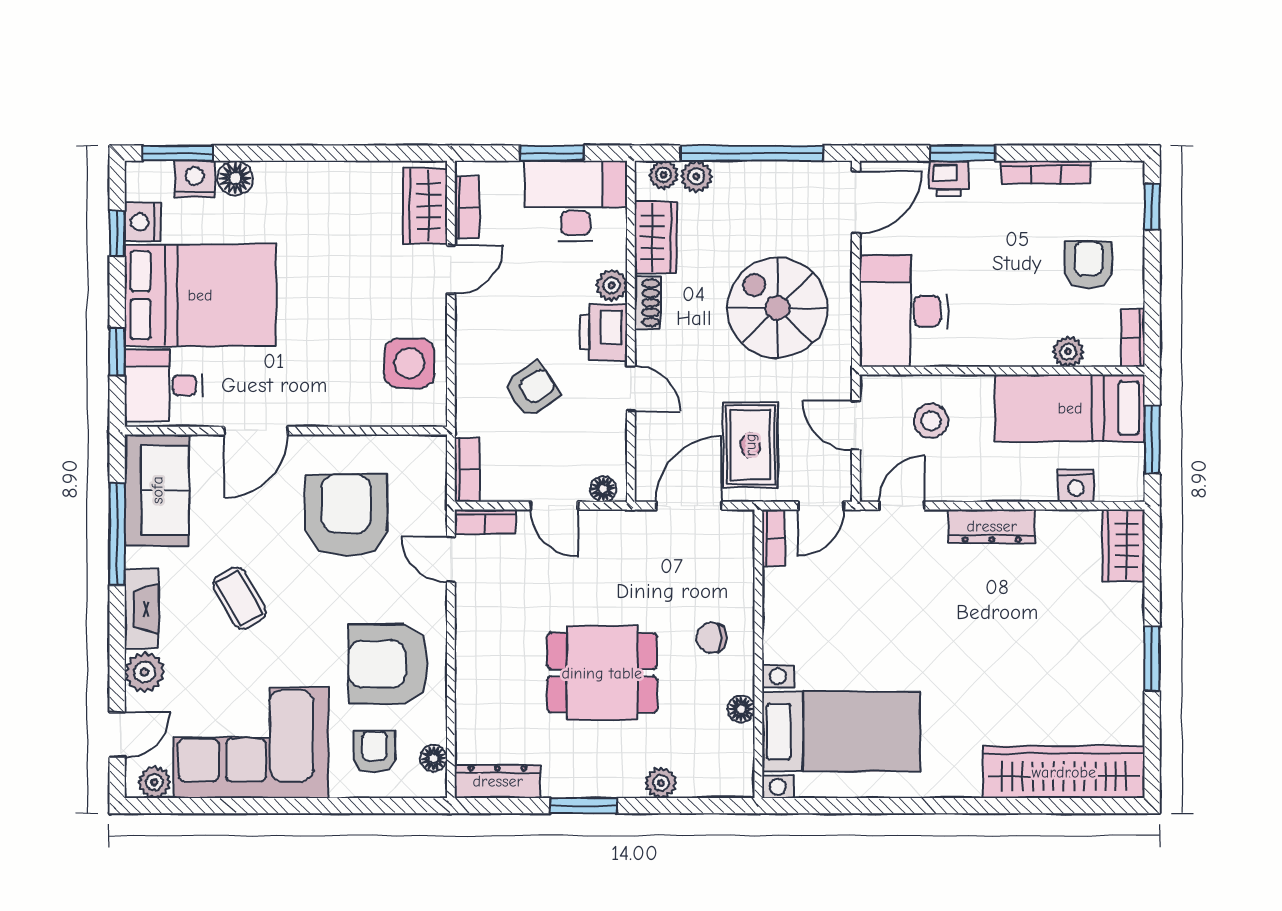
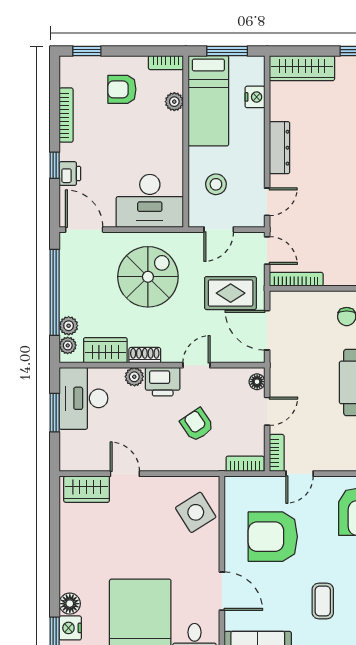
window: (963, 153) -> (55, 165), width x0.67
bookcase: (467, 208) -> (87, 464), removed
spiral stairs: (777, 308) -> (148, 277), turned 180
side table: (409, 363) -> (196, 512), moved, turned -32
door: (902, 506) -> (267, 202), swing flipped
bookcase: (773, 538) -> (296, 279), width x1.56
wardrobe: (1124, 546) -> (302, 68), width x1.50
coffee table: (239, 598) -> (323, 601), turned -61

